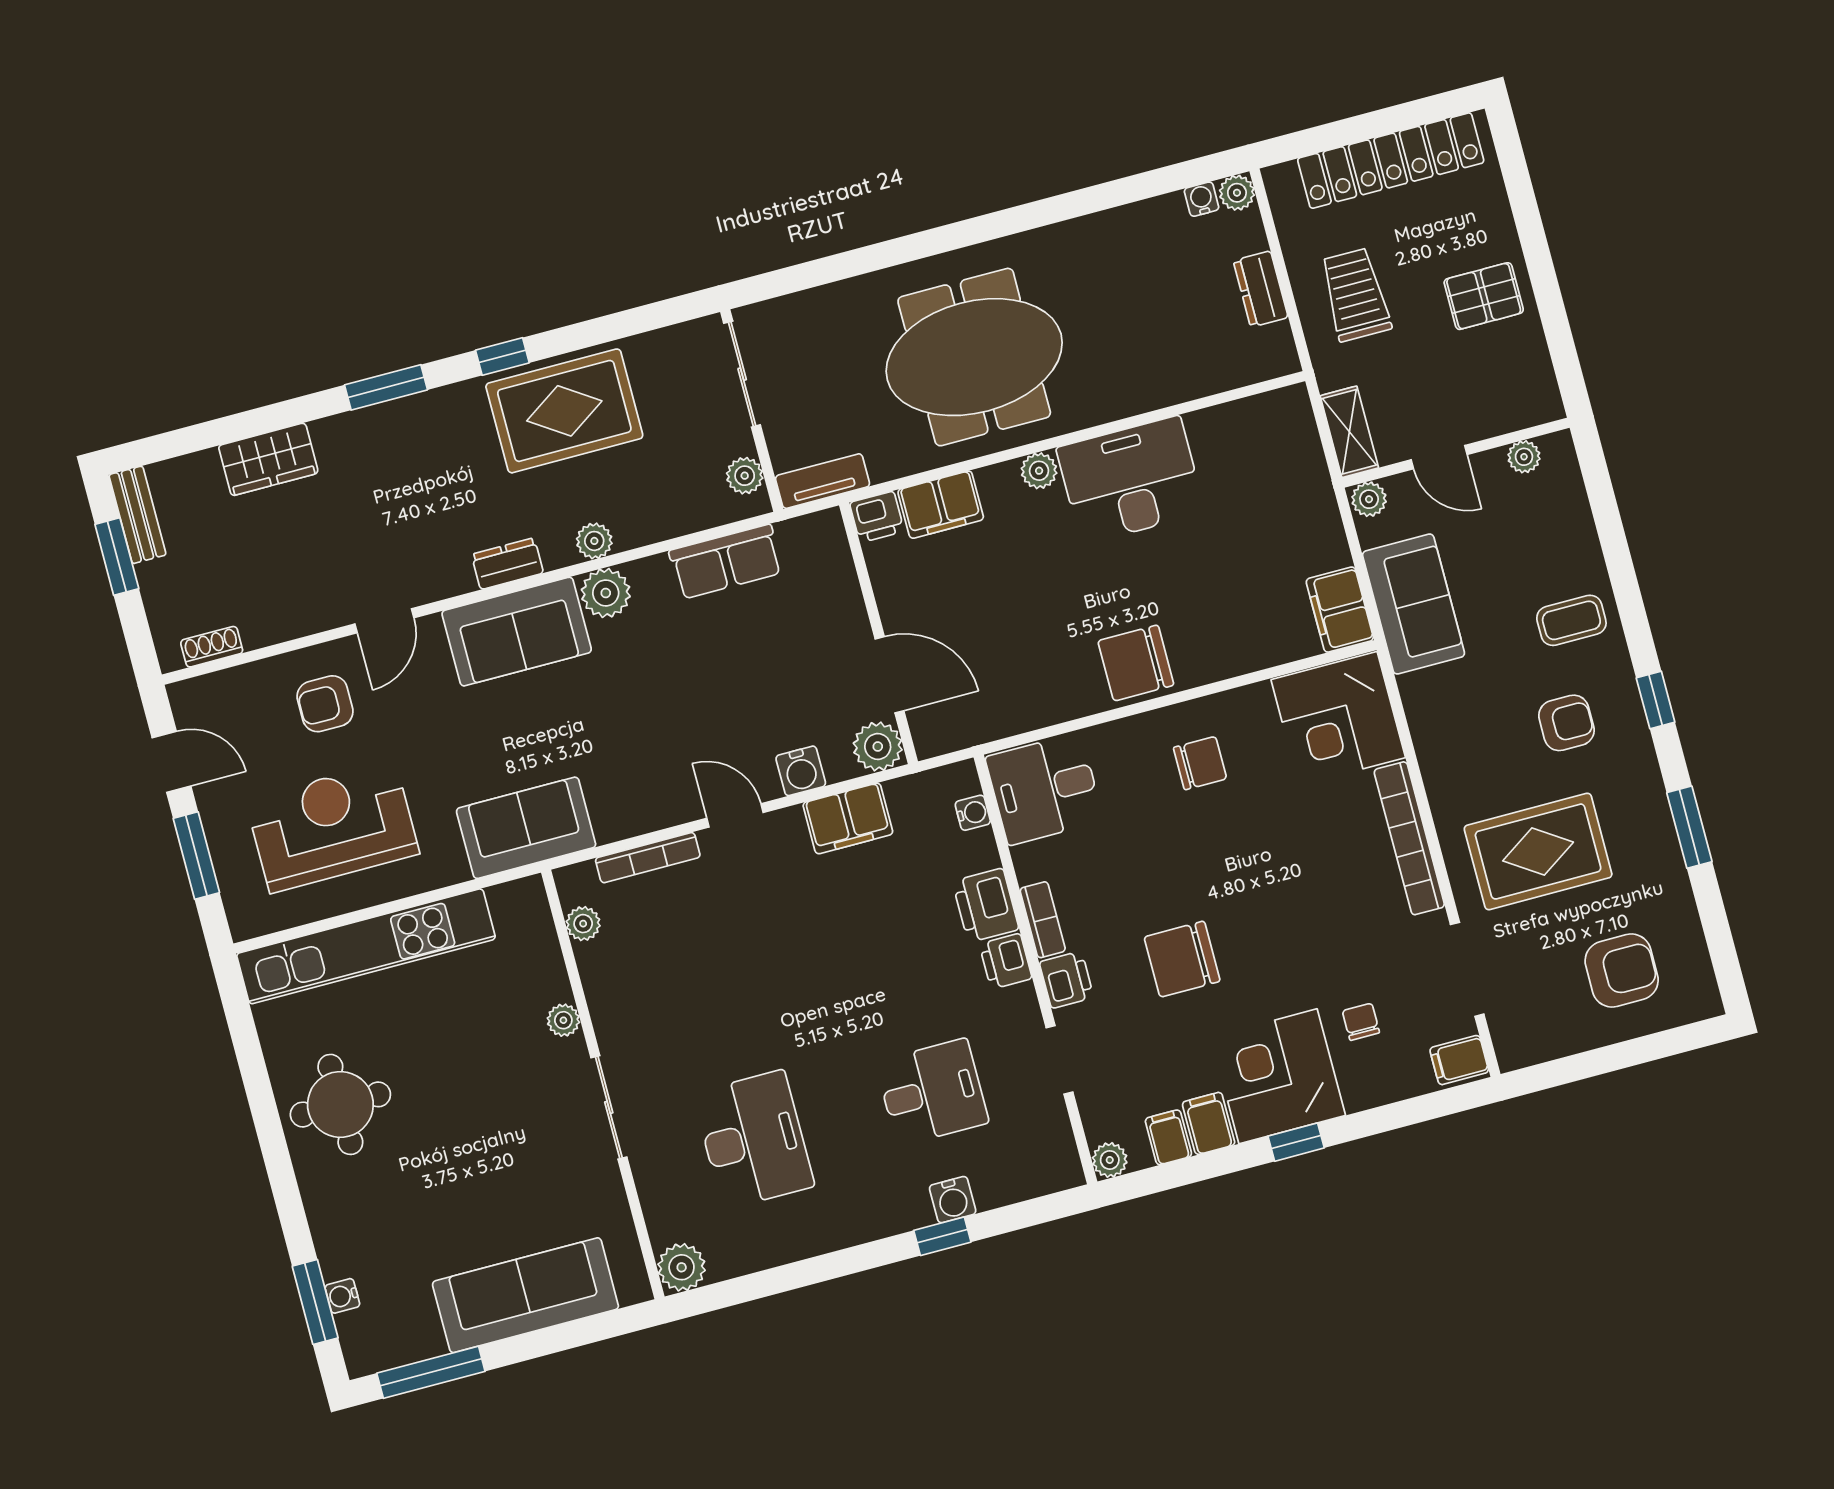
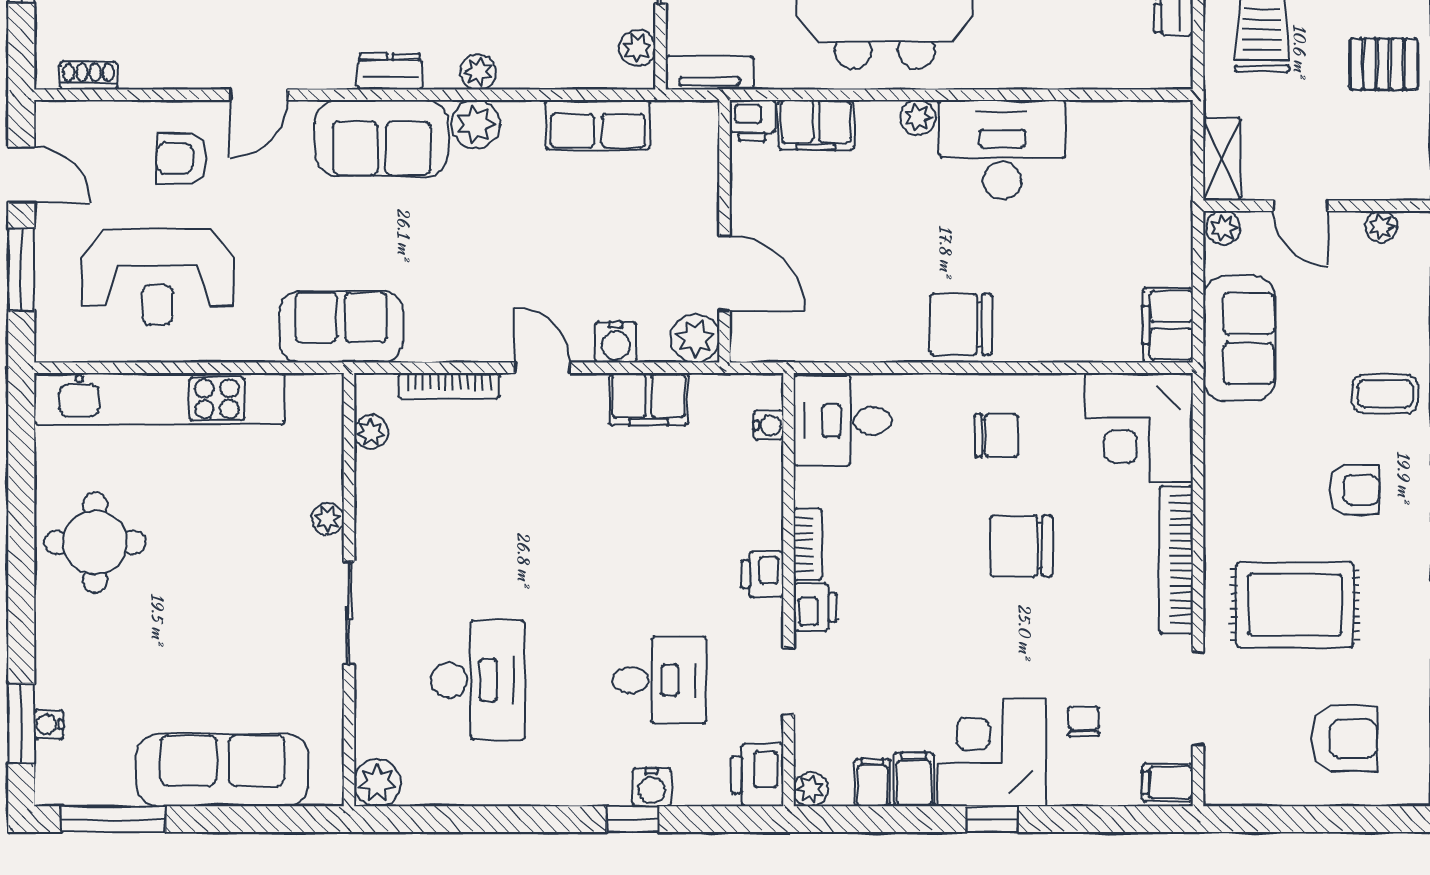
reception desk: (332, 827) -> (158, 277), turned 180
printer: (986, 905) -> (757, 775), moved
chair: (1182, 959) -> (1021, 546), moved

